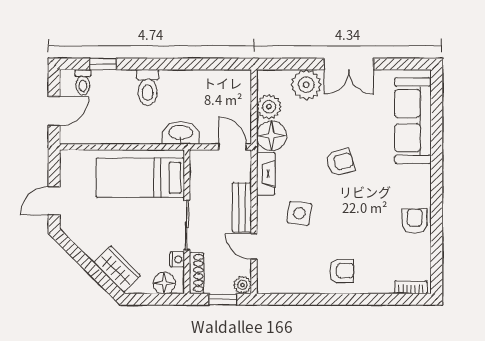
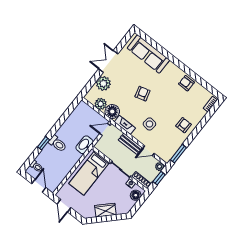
window: (103, 64) -> (44, 143), moved
double door: (349, 64) -> (108, 61), swing flipped
door: (54, 201) -> (64, 206), moved
wardrobe: (117, 269) -> (105, 210), moved
window: (288, 299) -> (178, 154), added

